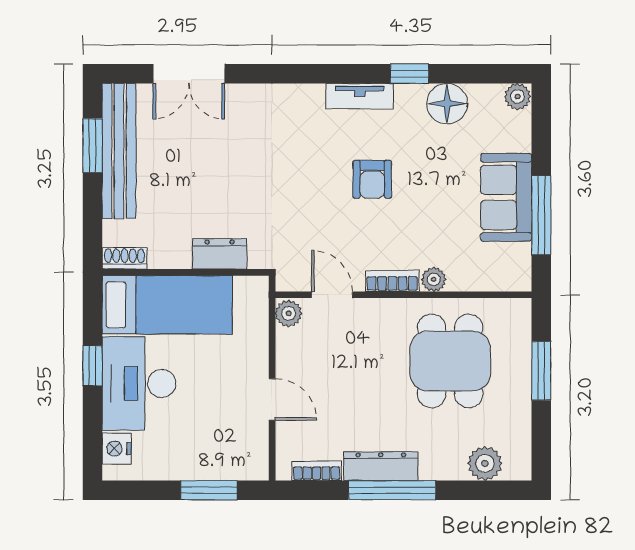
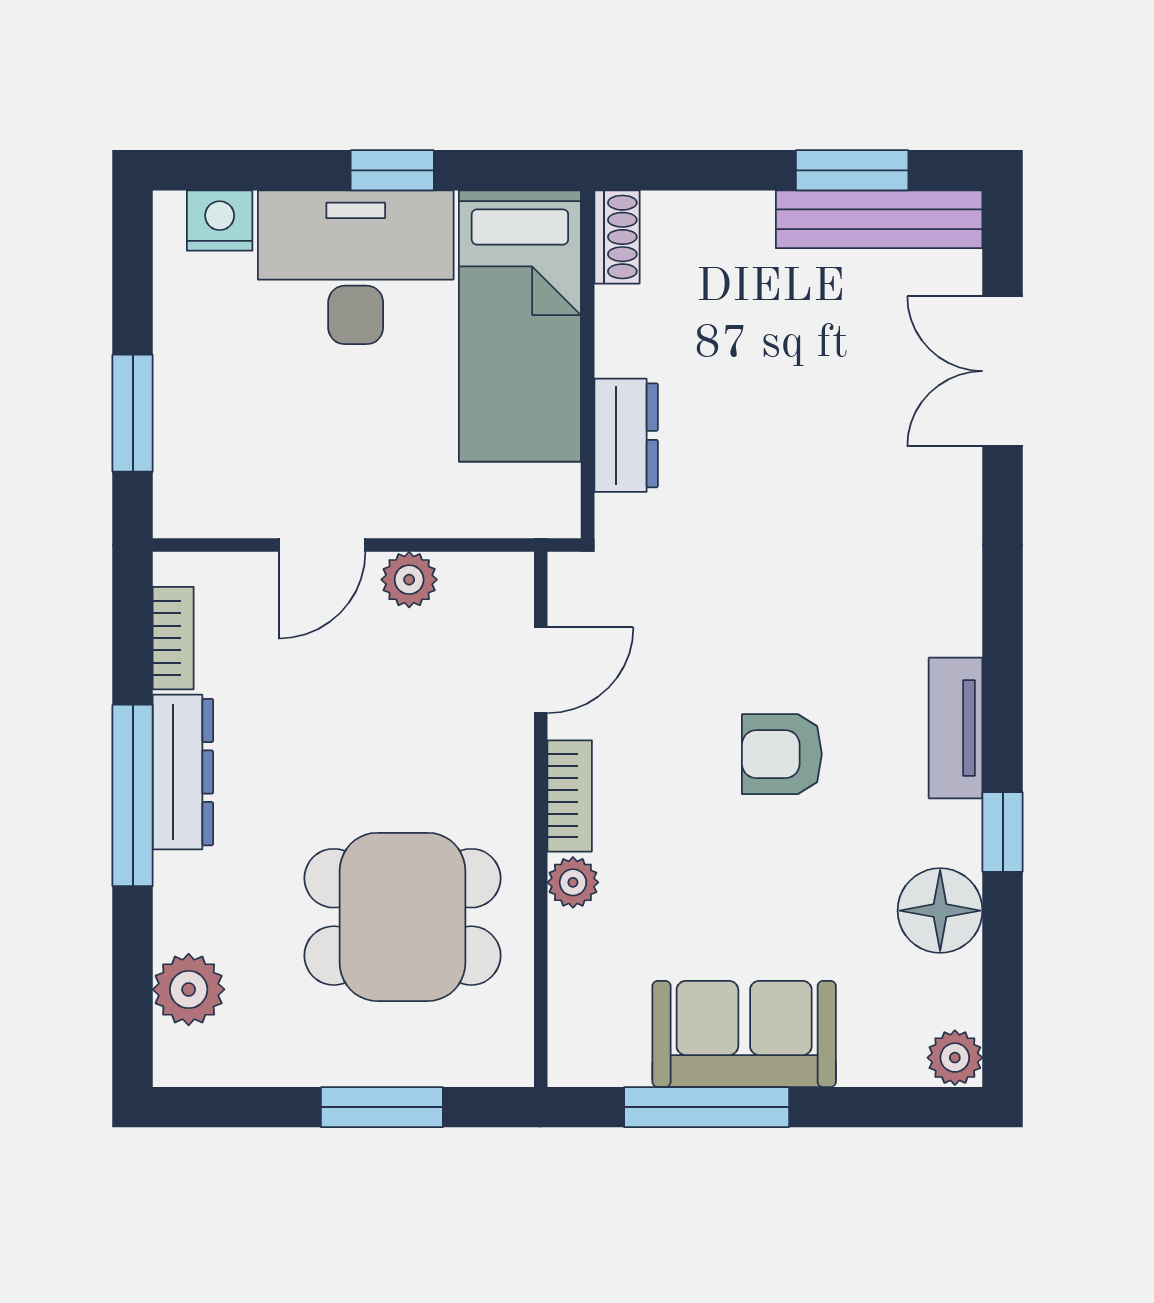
bench: (119, 151) -> (879, 219), width x0.73, depth x0.82
plant: (289, 313) -> (409, 580), moved

